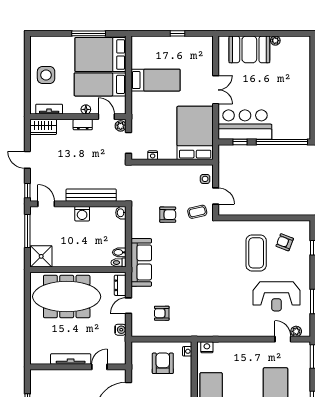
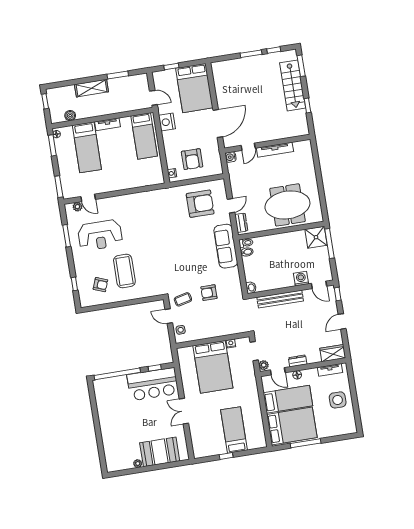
bed: (156, 80) -> (234, 430), moved, turned 90
bed: (195, 133) -> (213, 367), moved
door: (27, 160) -> (342, 321), swing flipped
washing machine: (82, 214) -> (301, 279), moved
window: (27, 231) -> (330, 244), moved
reception desk: (277, 296) -> (100, 235), turned 180
meeting table: (67, 297) -> (287, 205), width x0.73
armchair: (162, 313) -> (200, 204), width x1.88, depth x1.88
water cooler: (120, 330) -> (231, 157), moved
nightstand: (207, 347) -> (155, 180), removed

